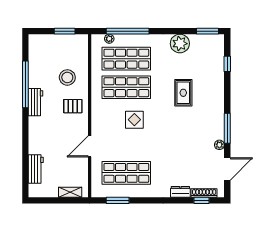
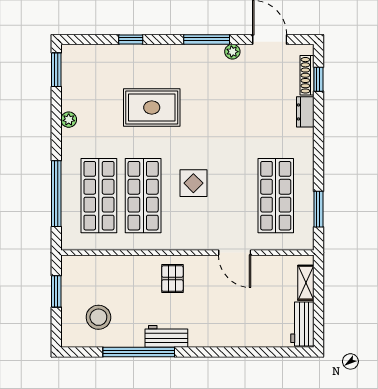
plant: (109, 39) -> (68, 222), removed
plant: (180, 44) -> (69, 120), width x0.53, depth x0.53
window: (227, 64) -> (131, 39), moved
stool: (67, 77) -> (98, 317), moved
rug: (183, 93) -> (152, 108), width x1.36, depth x1.43
workbench: (36, 169) -> (302, 324), moved, turned -90

